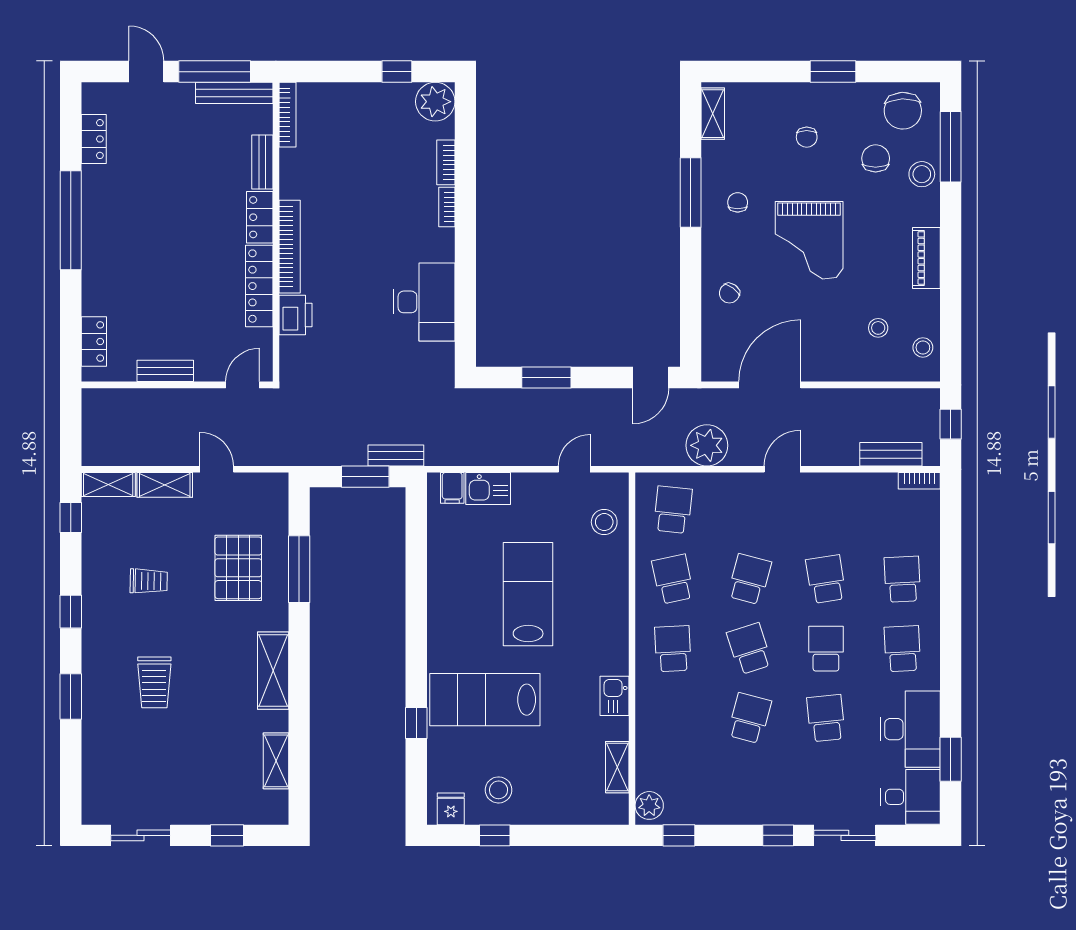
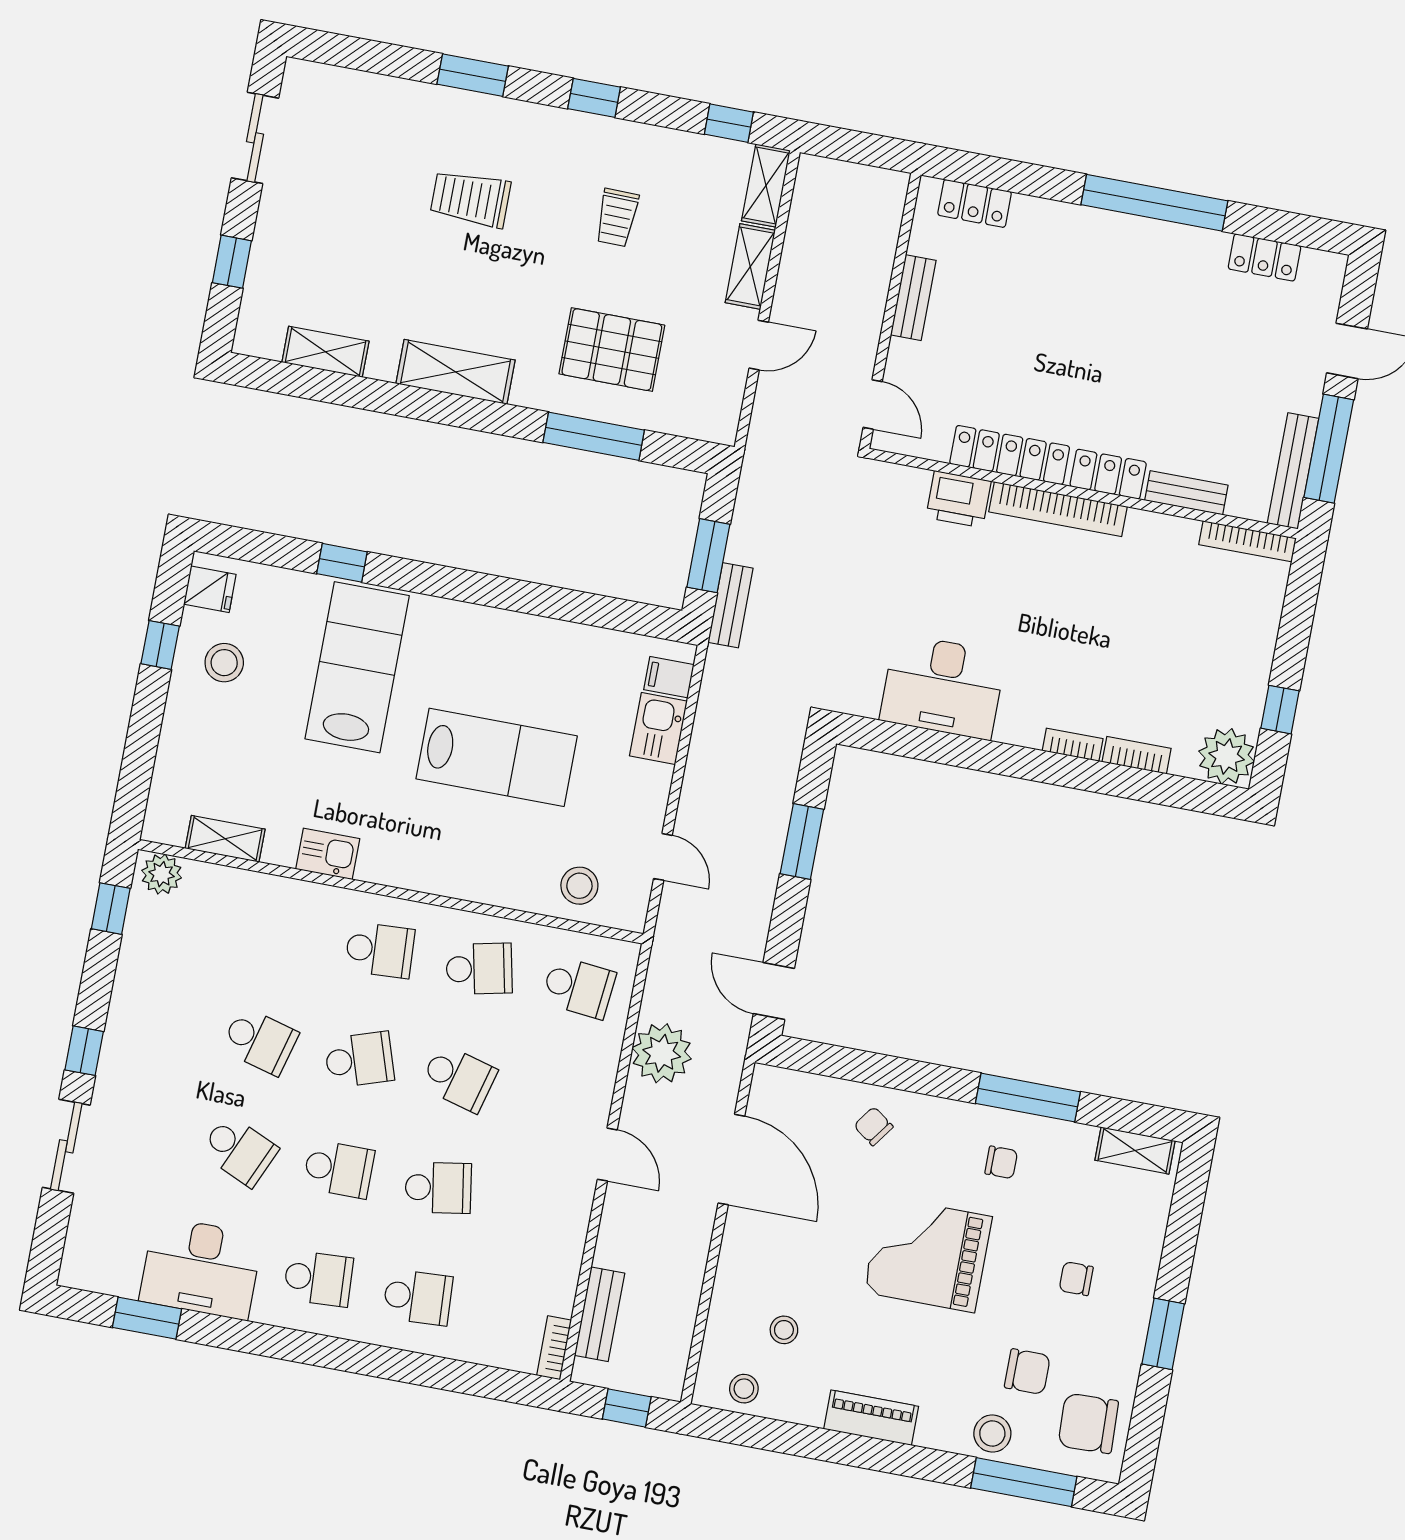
school desk: (826, 718) -> (239, 1151), turned 30
desk: (911, 797) -> (104, 1251), removed

